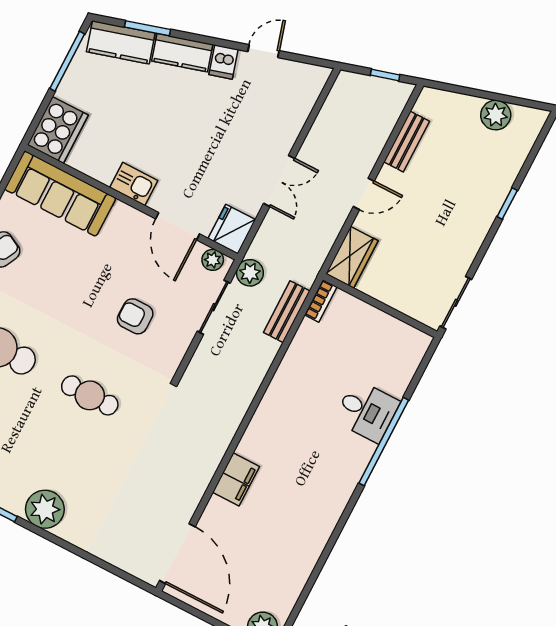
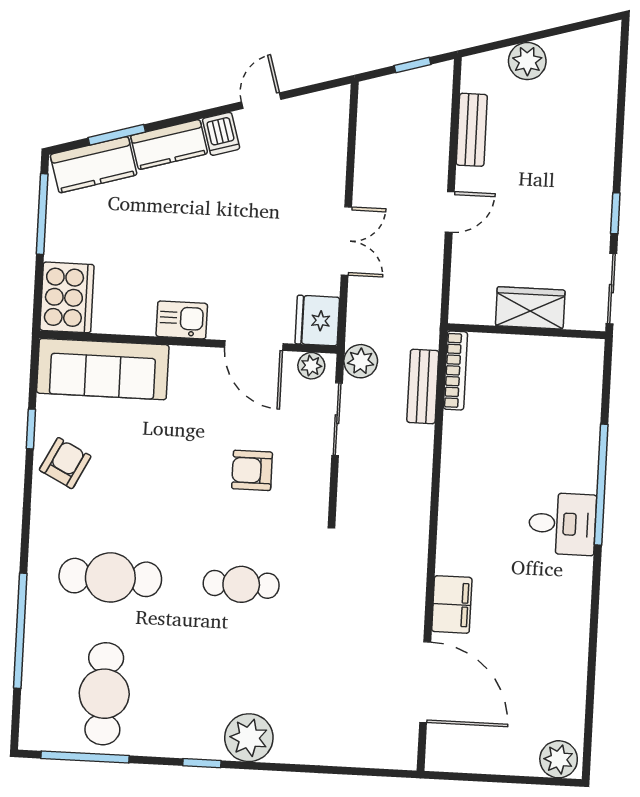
plant: (496, 115) -> (527, 61), moved
window: (507, 204) -> (615, 213), moved
wardrobe: (352, 257) -> (530, 308), moved, turned -90
bookcase: (321, 301) -> (455, 371), width x1.56
desk: (367, 411) -> (562, 524), moved
door: (177, 554) -> (425, 682), moved

